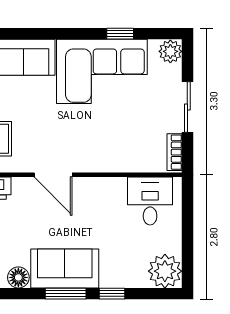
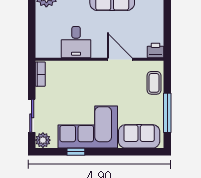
sliding door: (187, 107) -> (32, 116), moved
desk: (150, 201) -> (76, 42), moved

